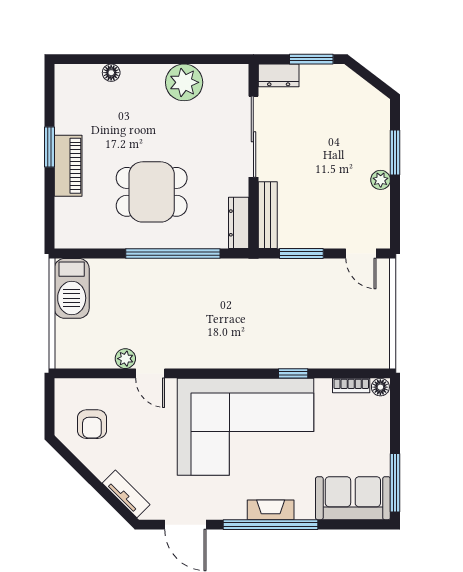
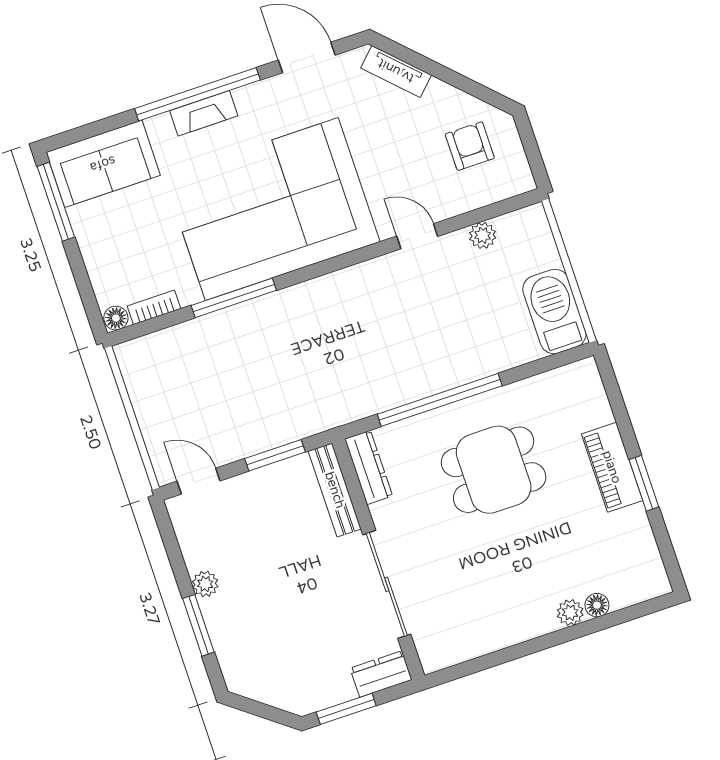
plant: (184, 82) -> (570, 613), moved, width x0.53, depth x0.53
plant: (125, 359) -> (483, 235), moved
window: (293, 373) -> (234, 298), width x2.17

